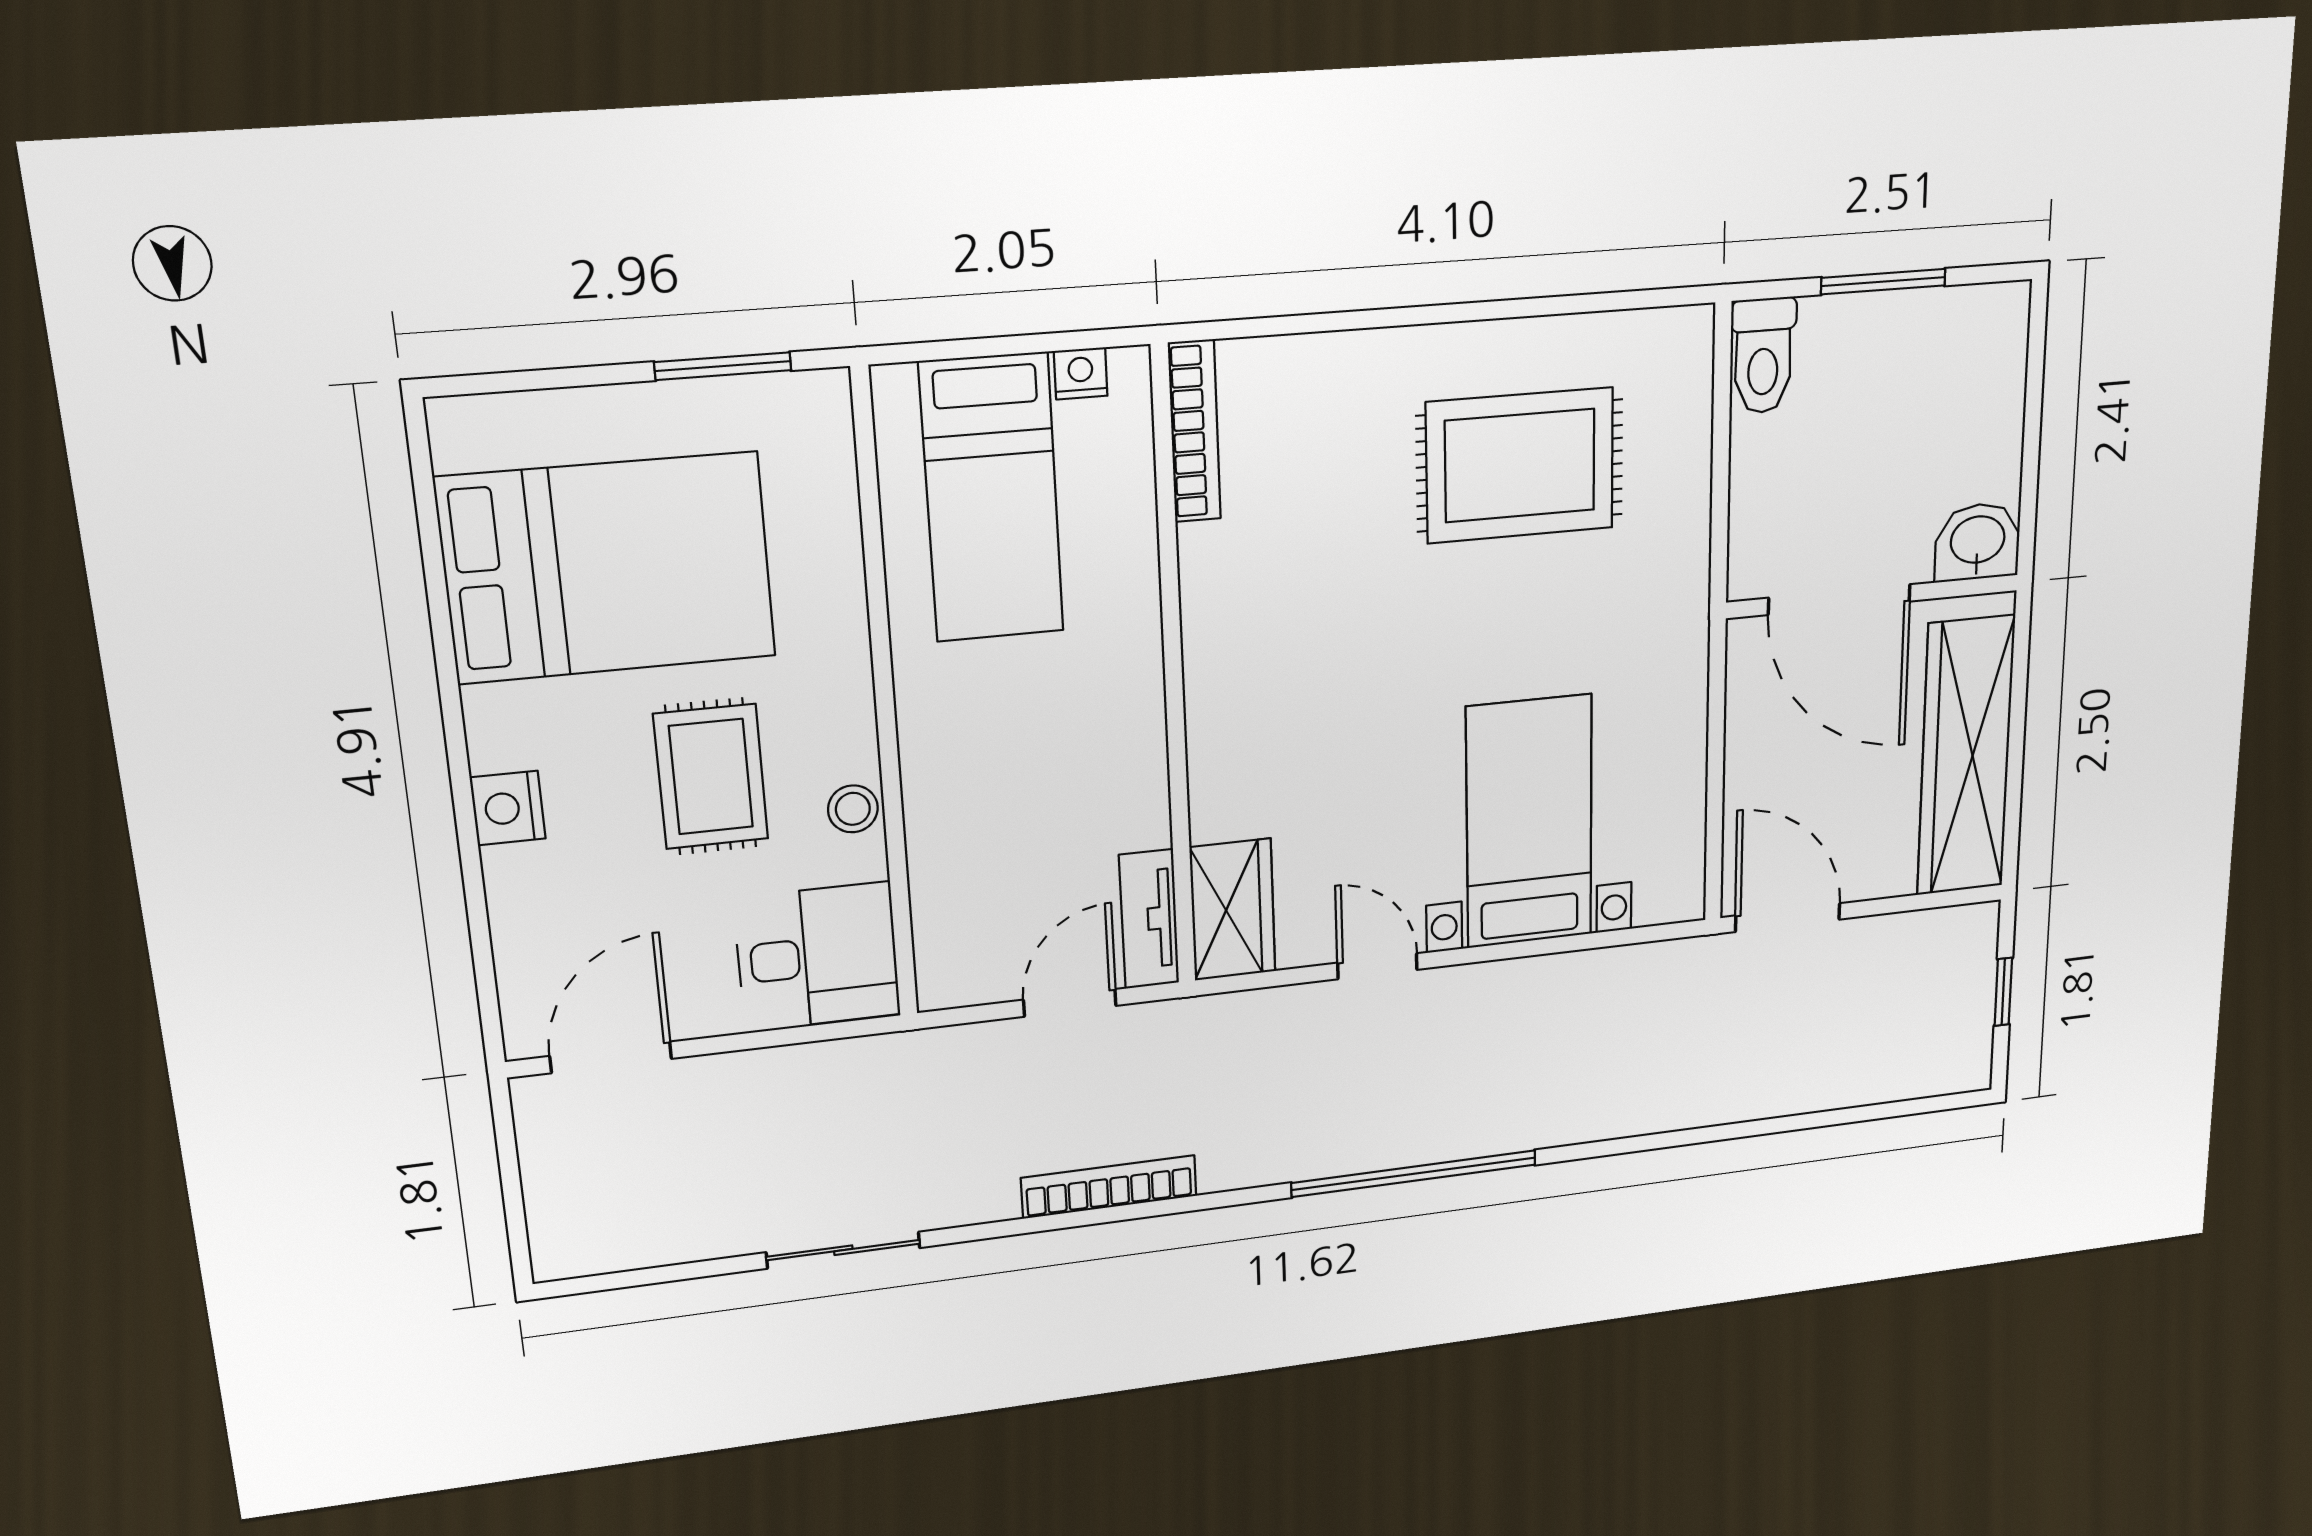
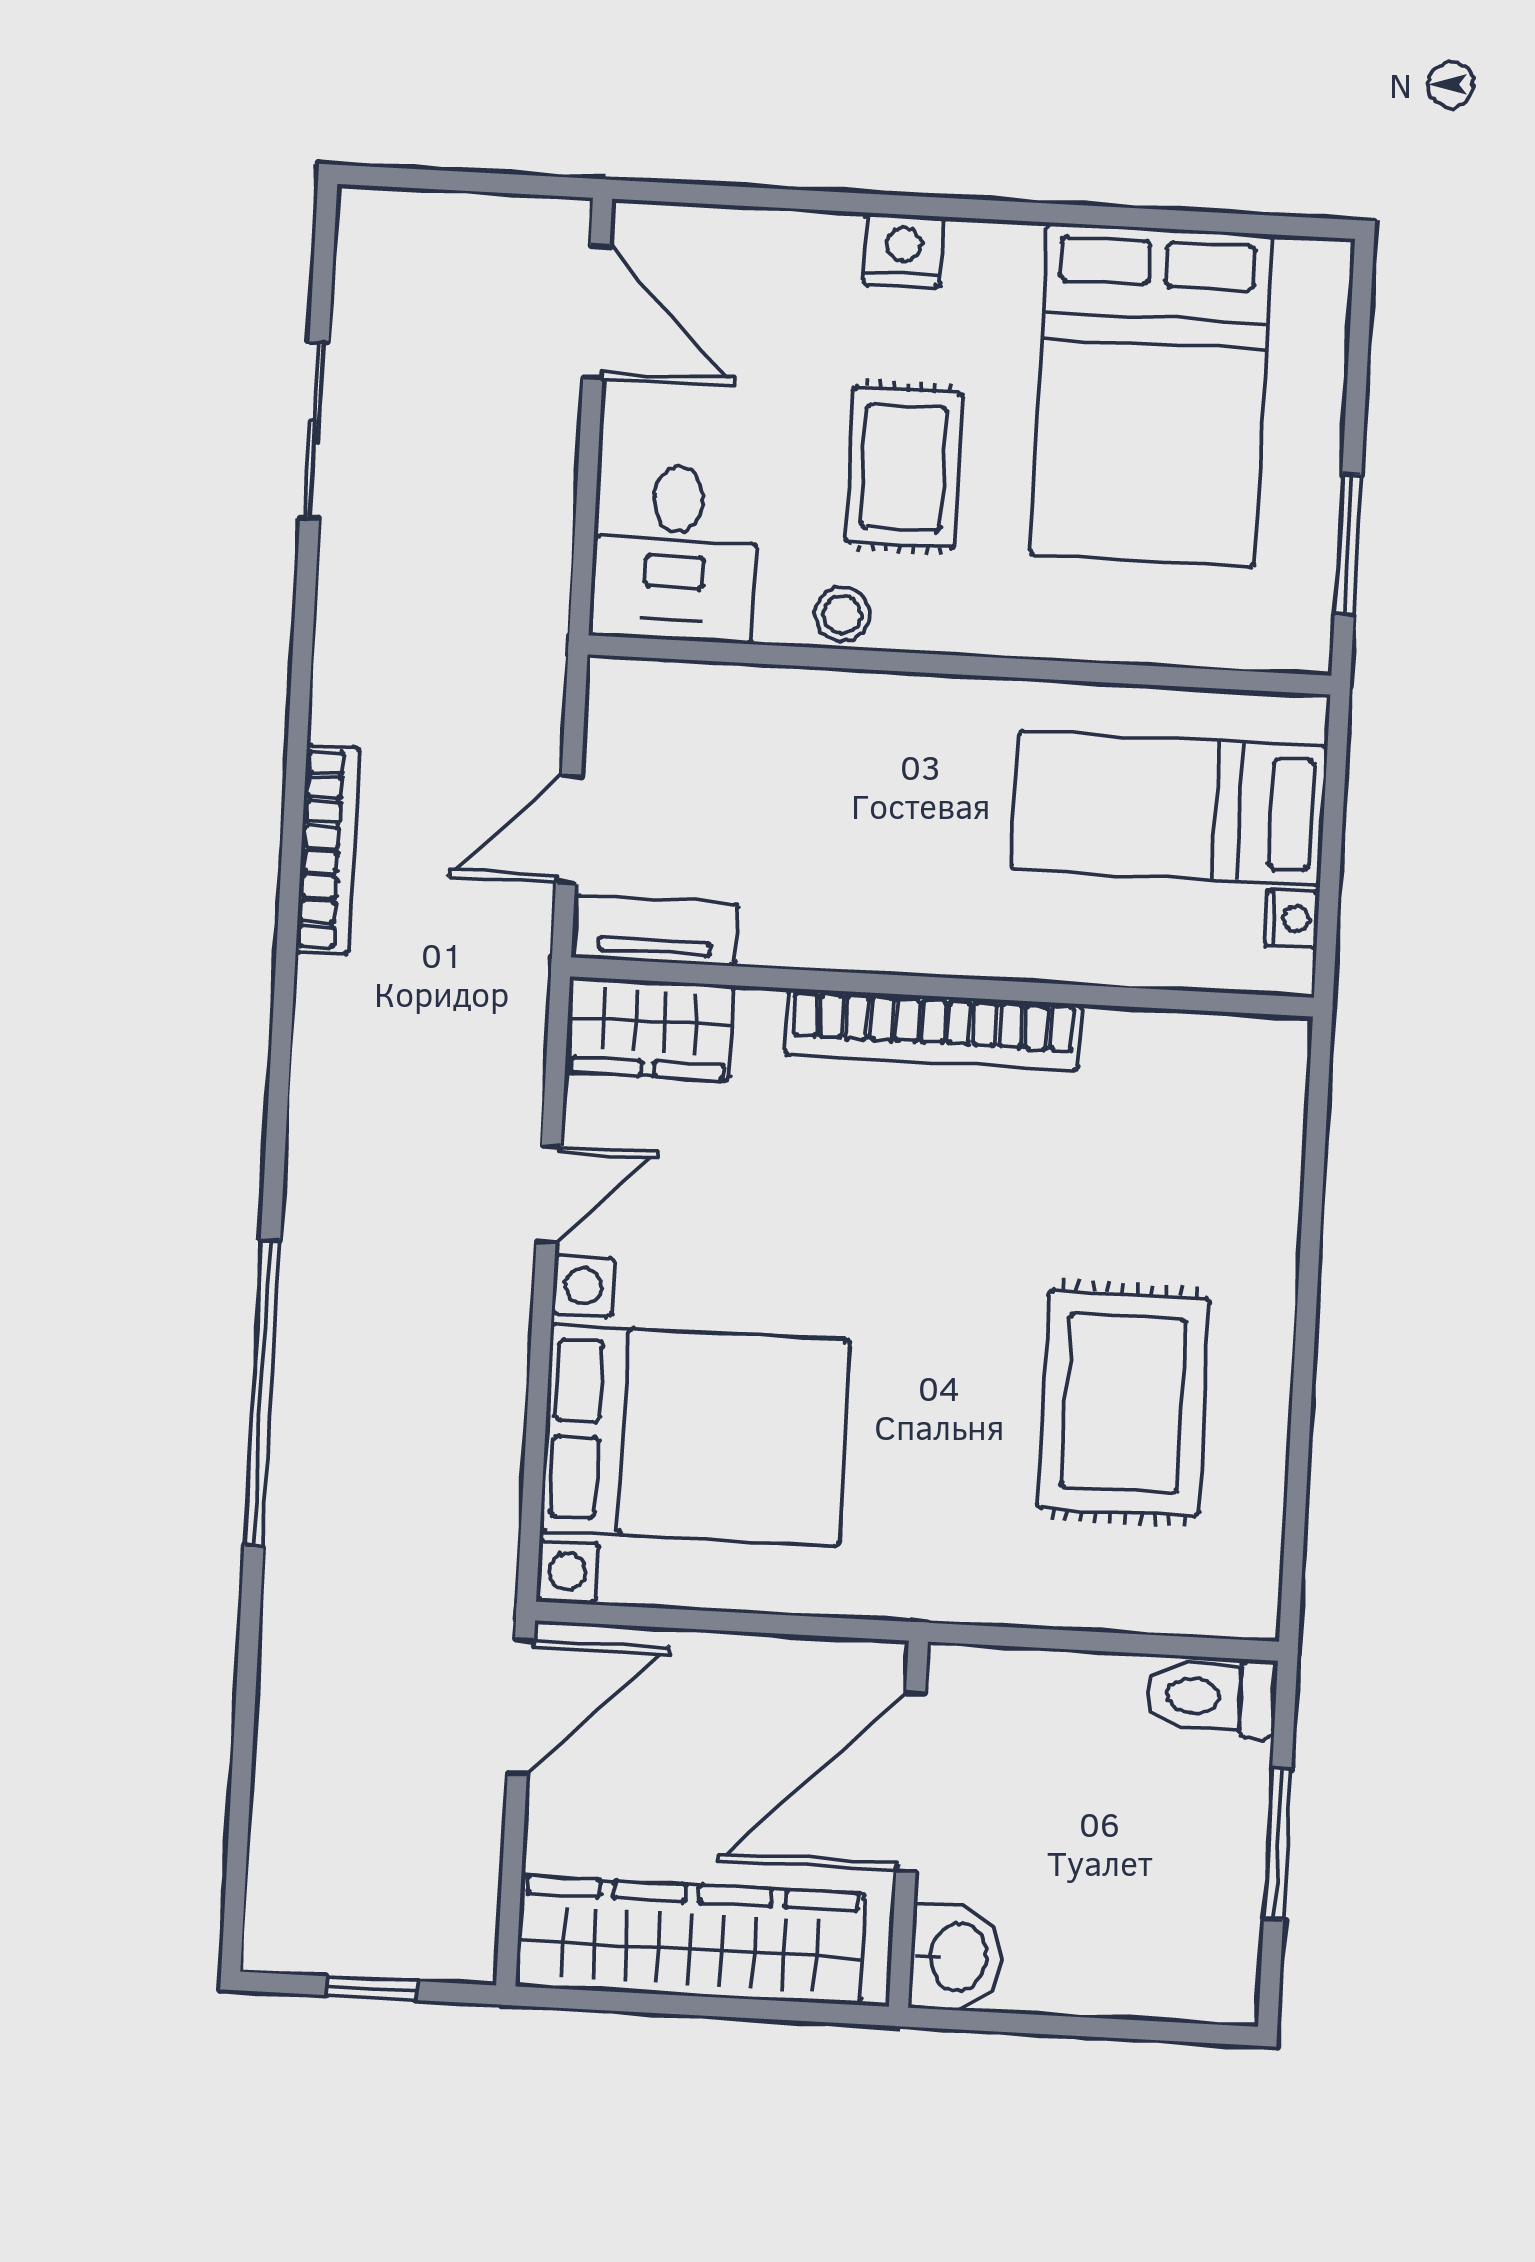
bookcase: (1194, 431) -> (933, 1029), moved, width x1.48, depth x1.31
rug: (711, 777) -> (904, 468), turned 90
bed with nightstands: (1529, 822) -> (695, 1435), width x1.36
door: (1070, 1003) -> (568, 829), swing flipped
window: (1414, 1174) -> (262, 1393), moved
sliding door: (843, 1250) -> (314, 431), moved

